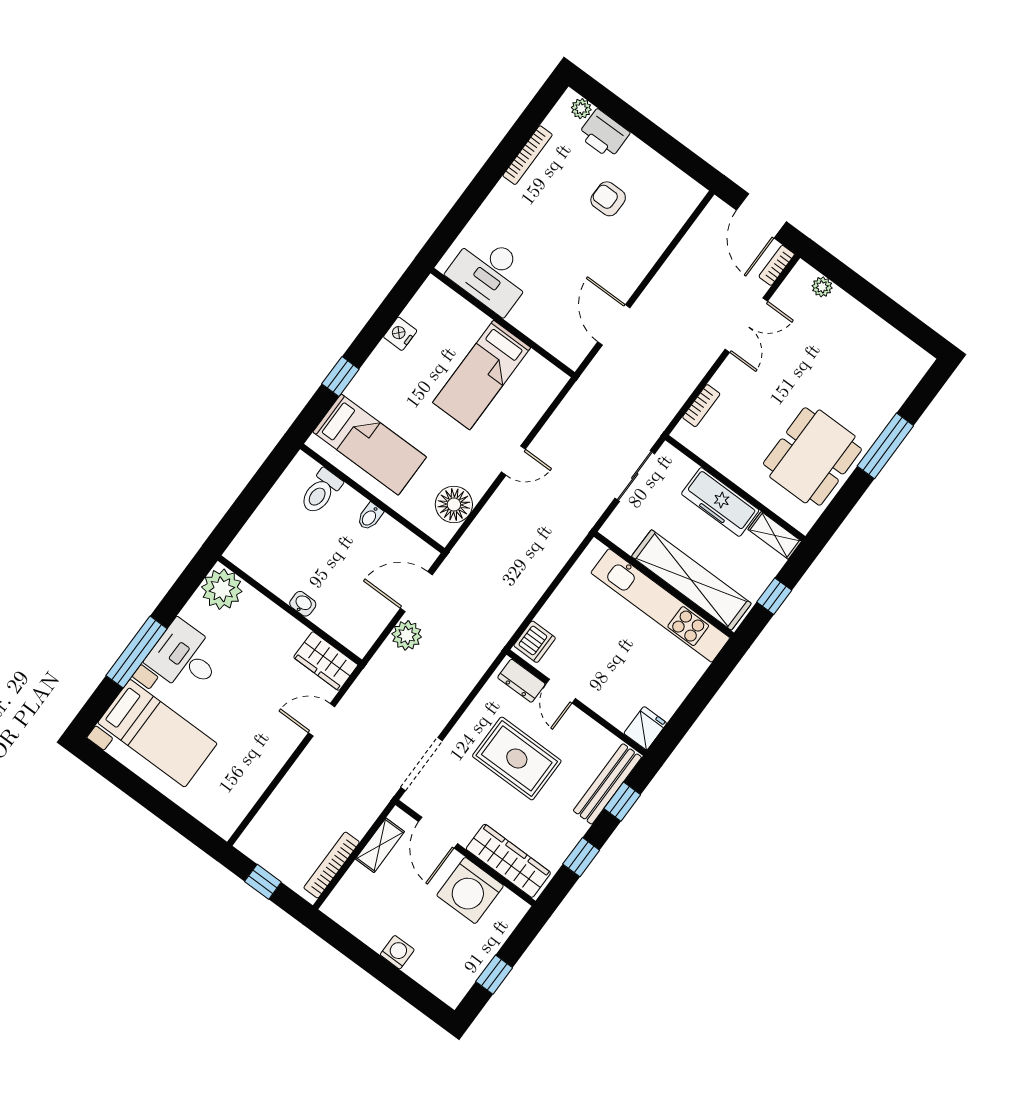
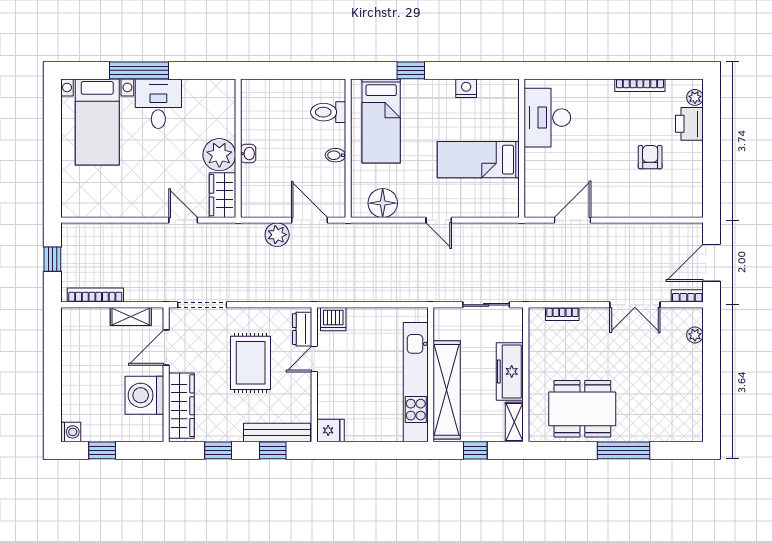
plant: (222, 589) -> (219, 155), moved
washing machine: (397, 952) -> (71, 432), moved

